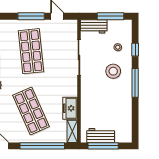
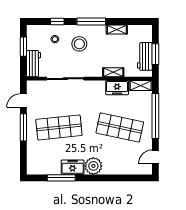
window: (110, 16) -> (23, 47), width x0.69
shelving: (85, 105) -> (113, 72), added
shelving: (127, 108) -> (117, 30), added
shop shelf: (31, 111) -> (120, 127), turned 36
window: (103, 146) -> (155, 54), width x0.69

